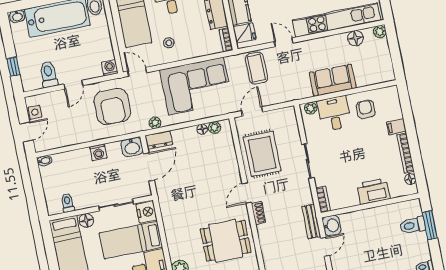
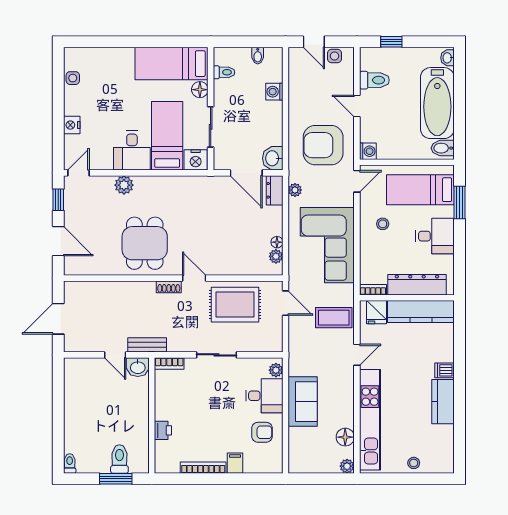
washing machine: (98, 152) -> (274, 92), moved
bidet: (44, 161) -> (258, 56), moved
floor lamp: (410, 179) -> (173, 467), removed
printer: (373, 191) -> (163, 430), width x0.53, depth x0.68

